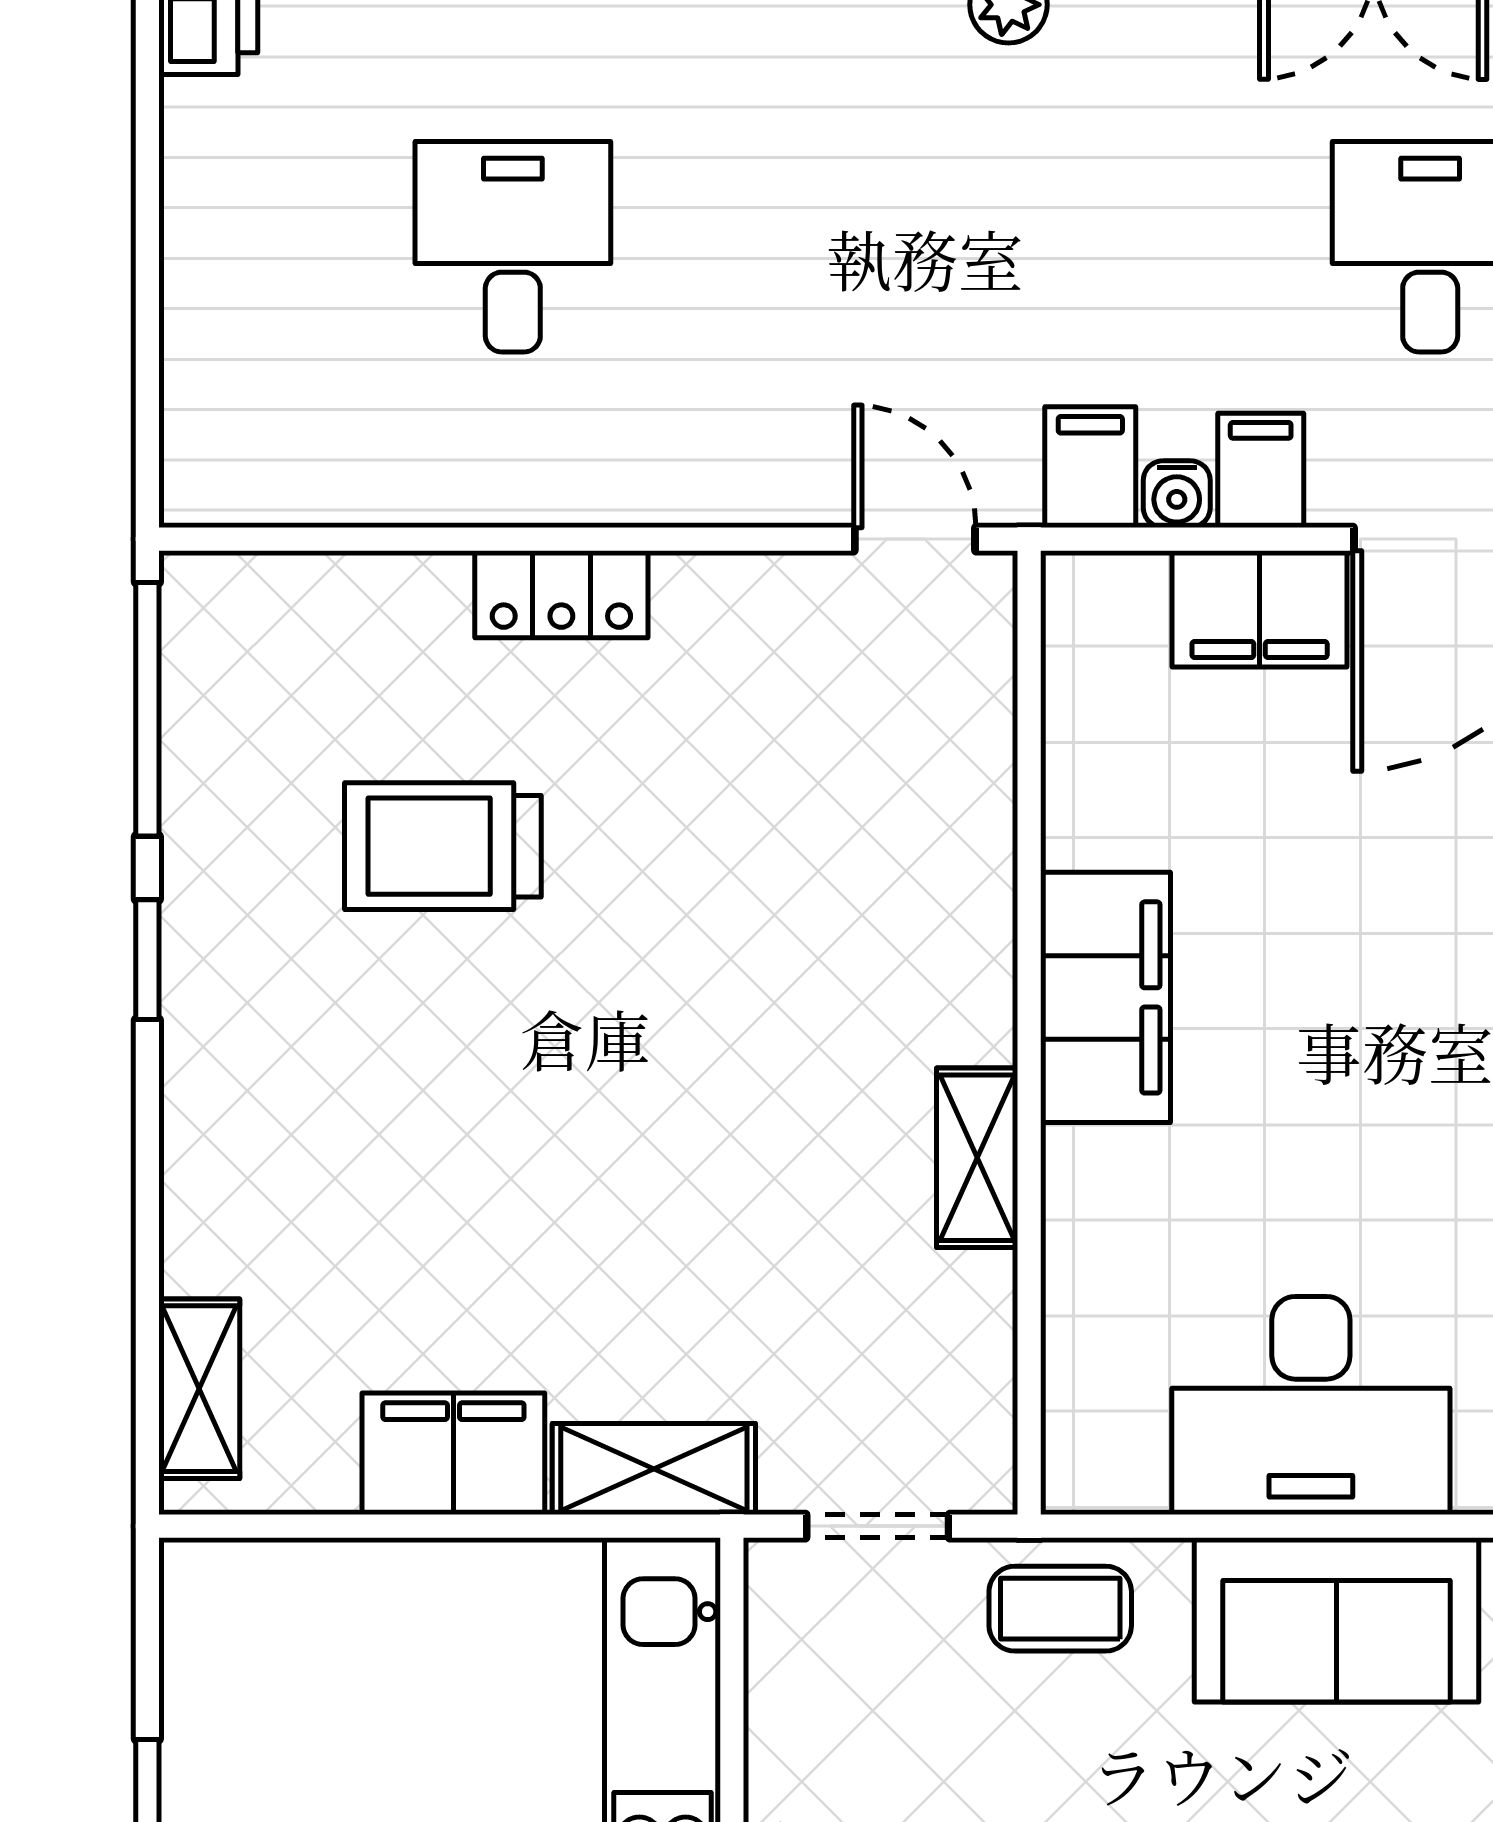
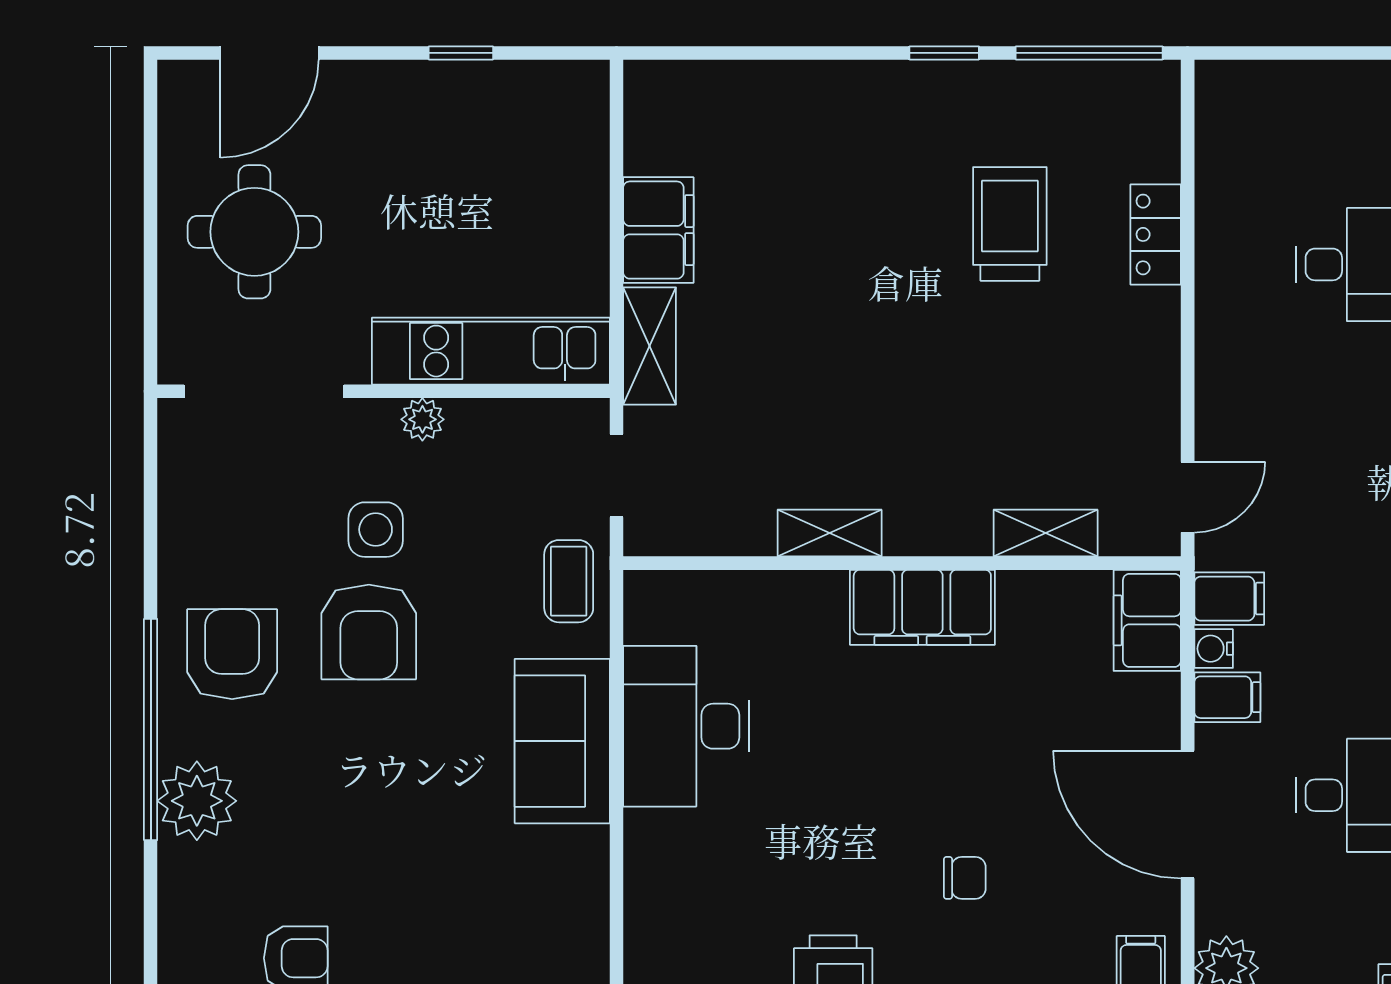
locker: (561, 594) -> (1156, 234), moved
filing cabinet: (1260, 609) -> (1147, 620), moved
shelving: (199, 1389) -> (1046, 533), moved

